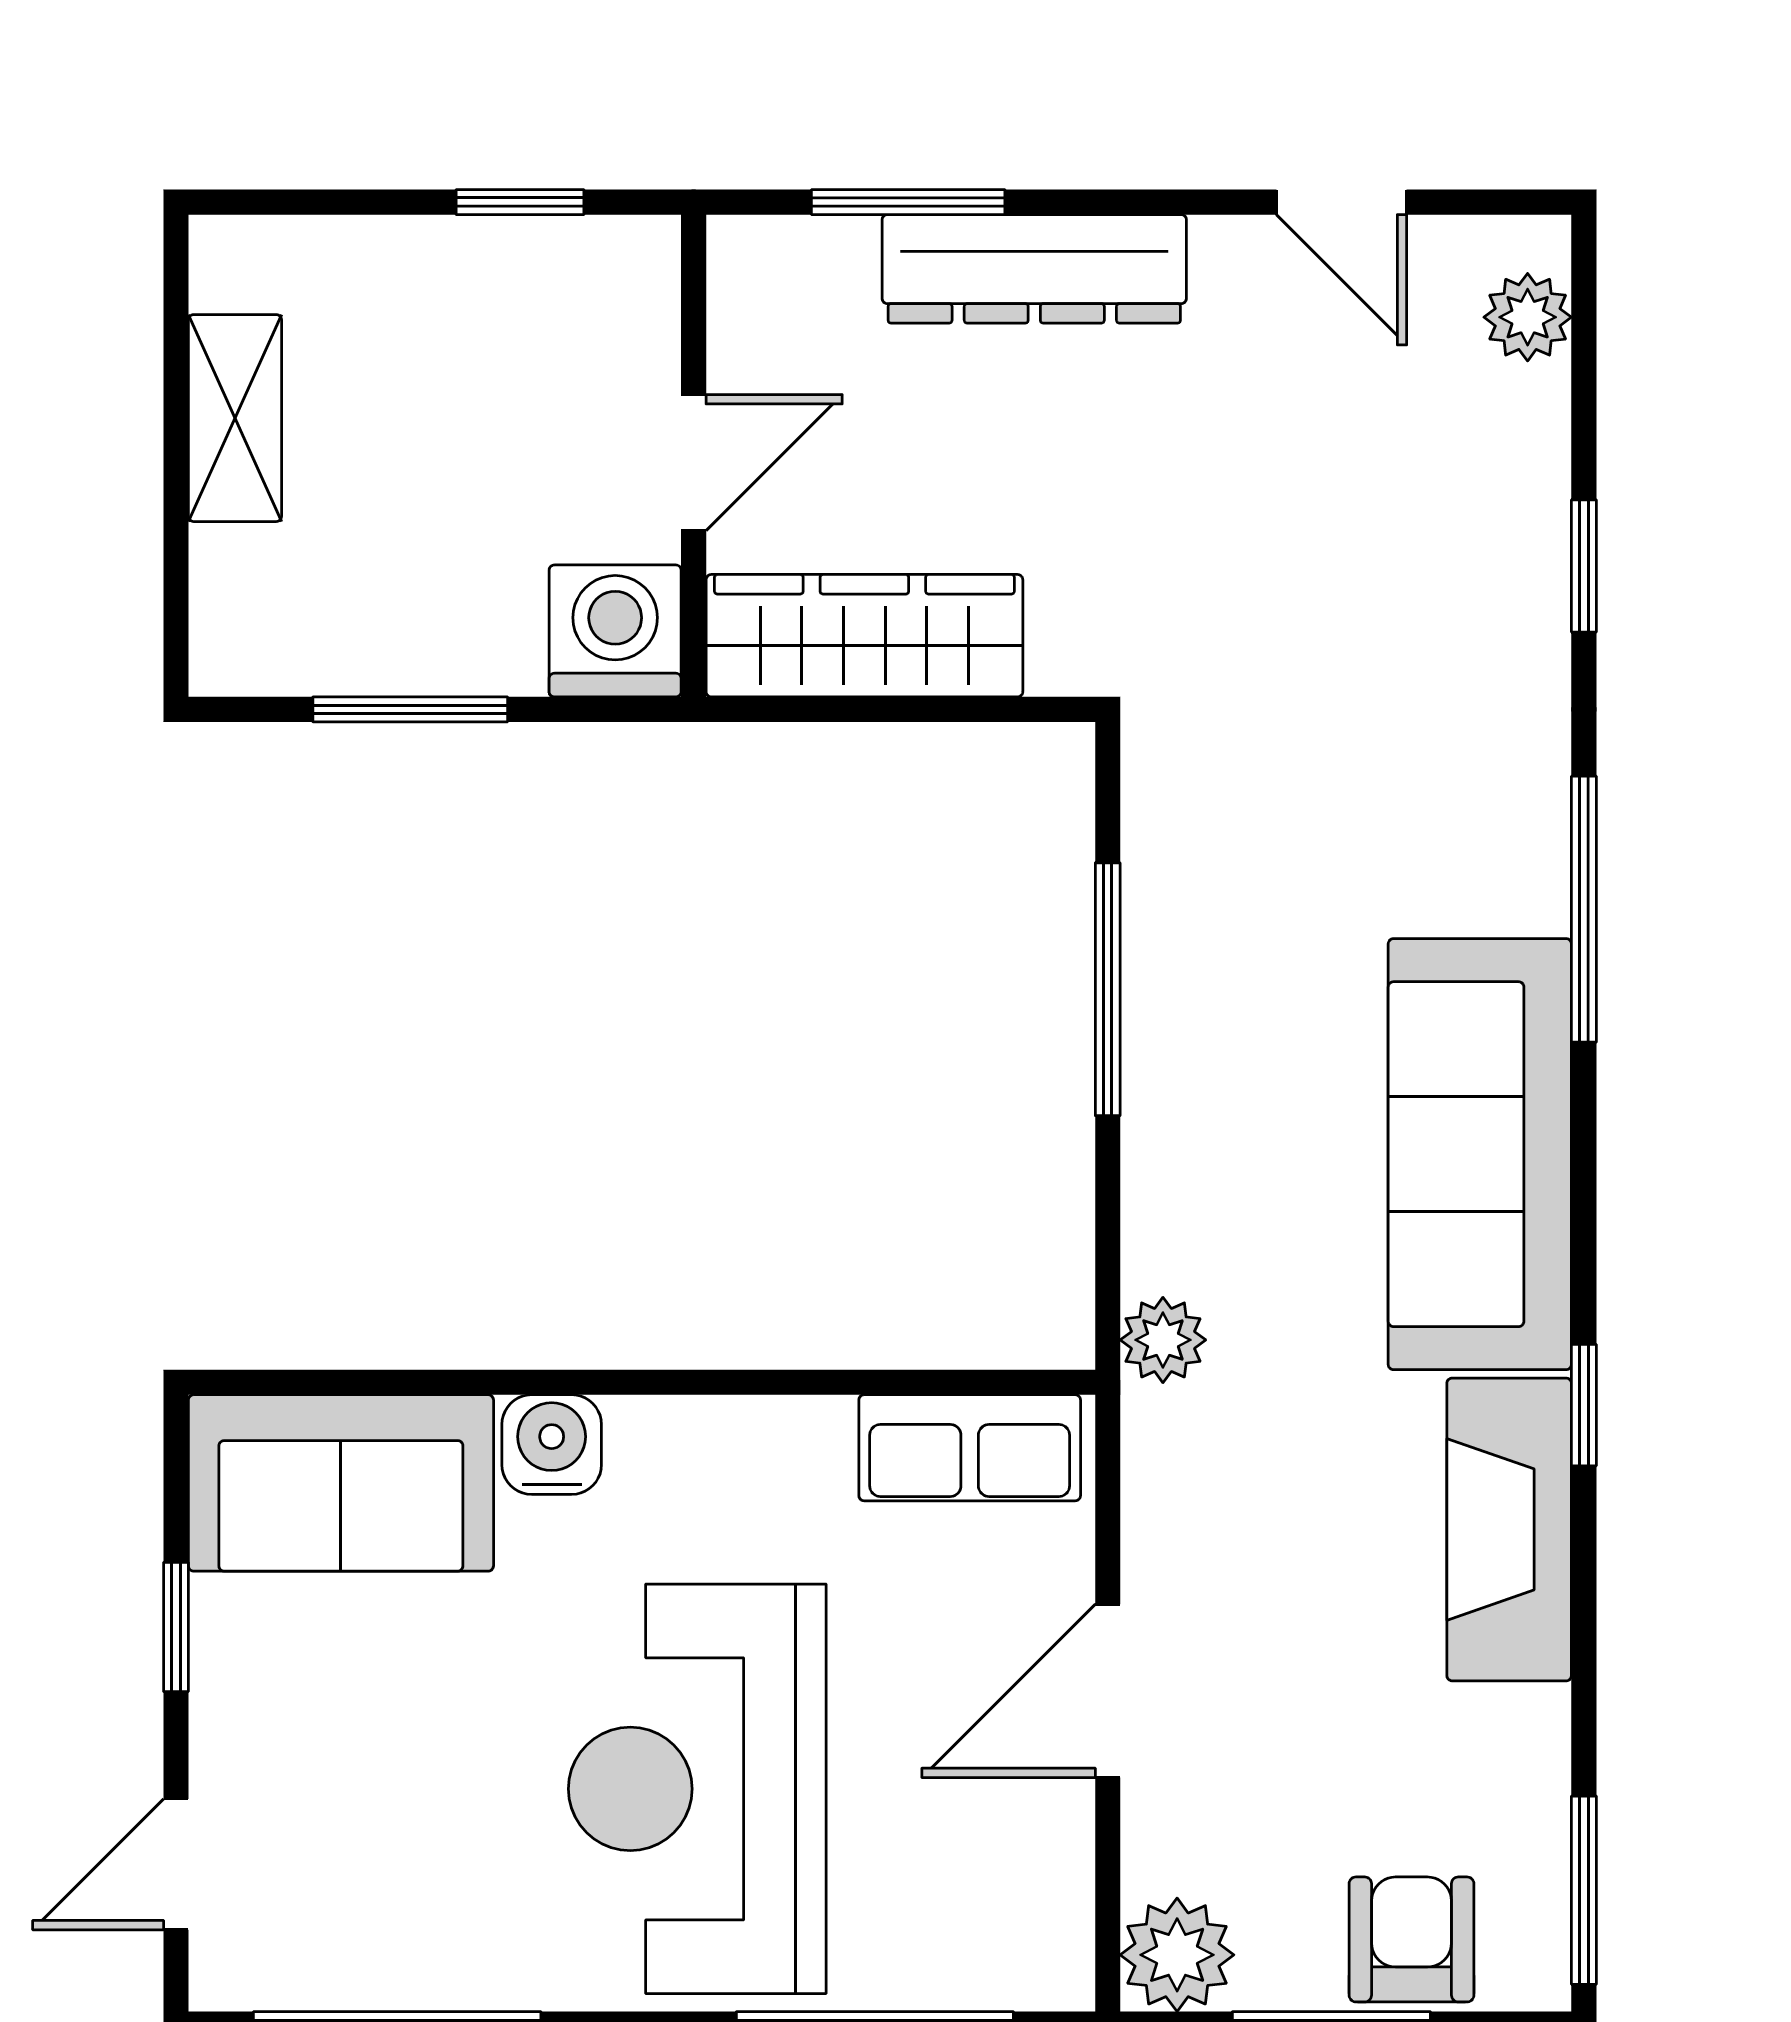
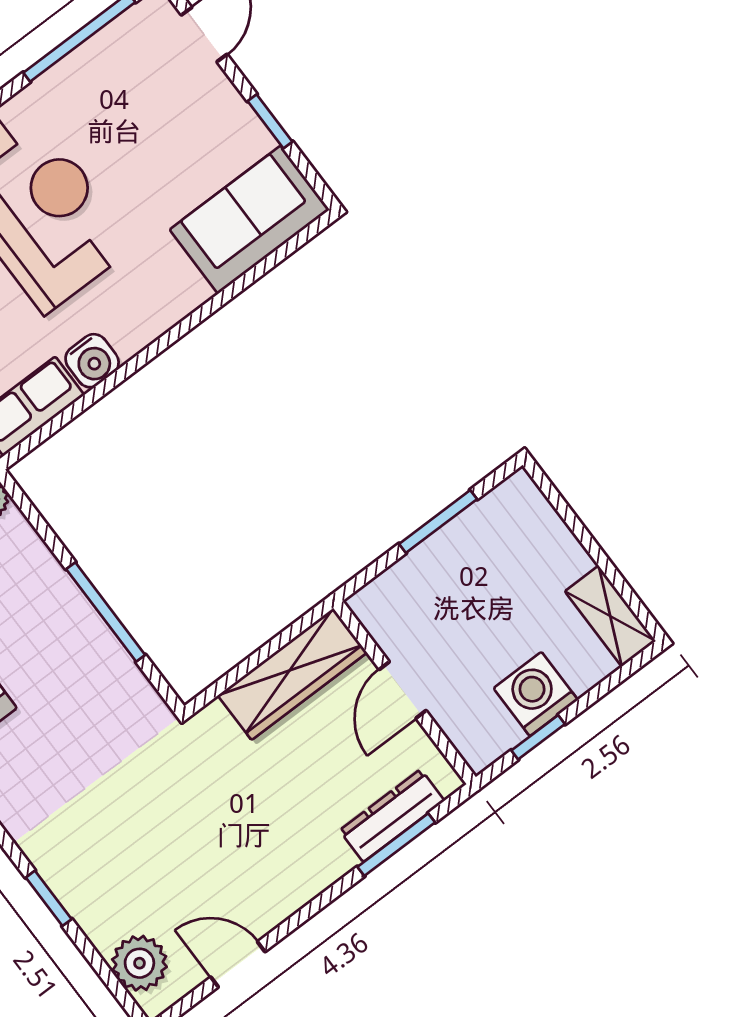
dresser: (1034, 269) -> (392, 816), moved, width x0.73, depth x0.80
plant: (1528, 317) -> (139, 963), width x1.38, depth x1.38
shelving: (235, 418) -> (610, 616), moved
washing machine: (615, 631) -> (536, 694), moved, turned 180
water cooler: (552, 1445) -> (92, 361), moved

